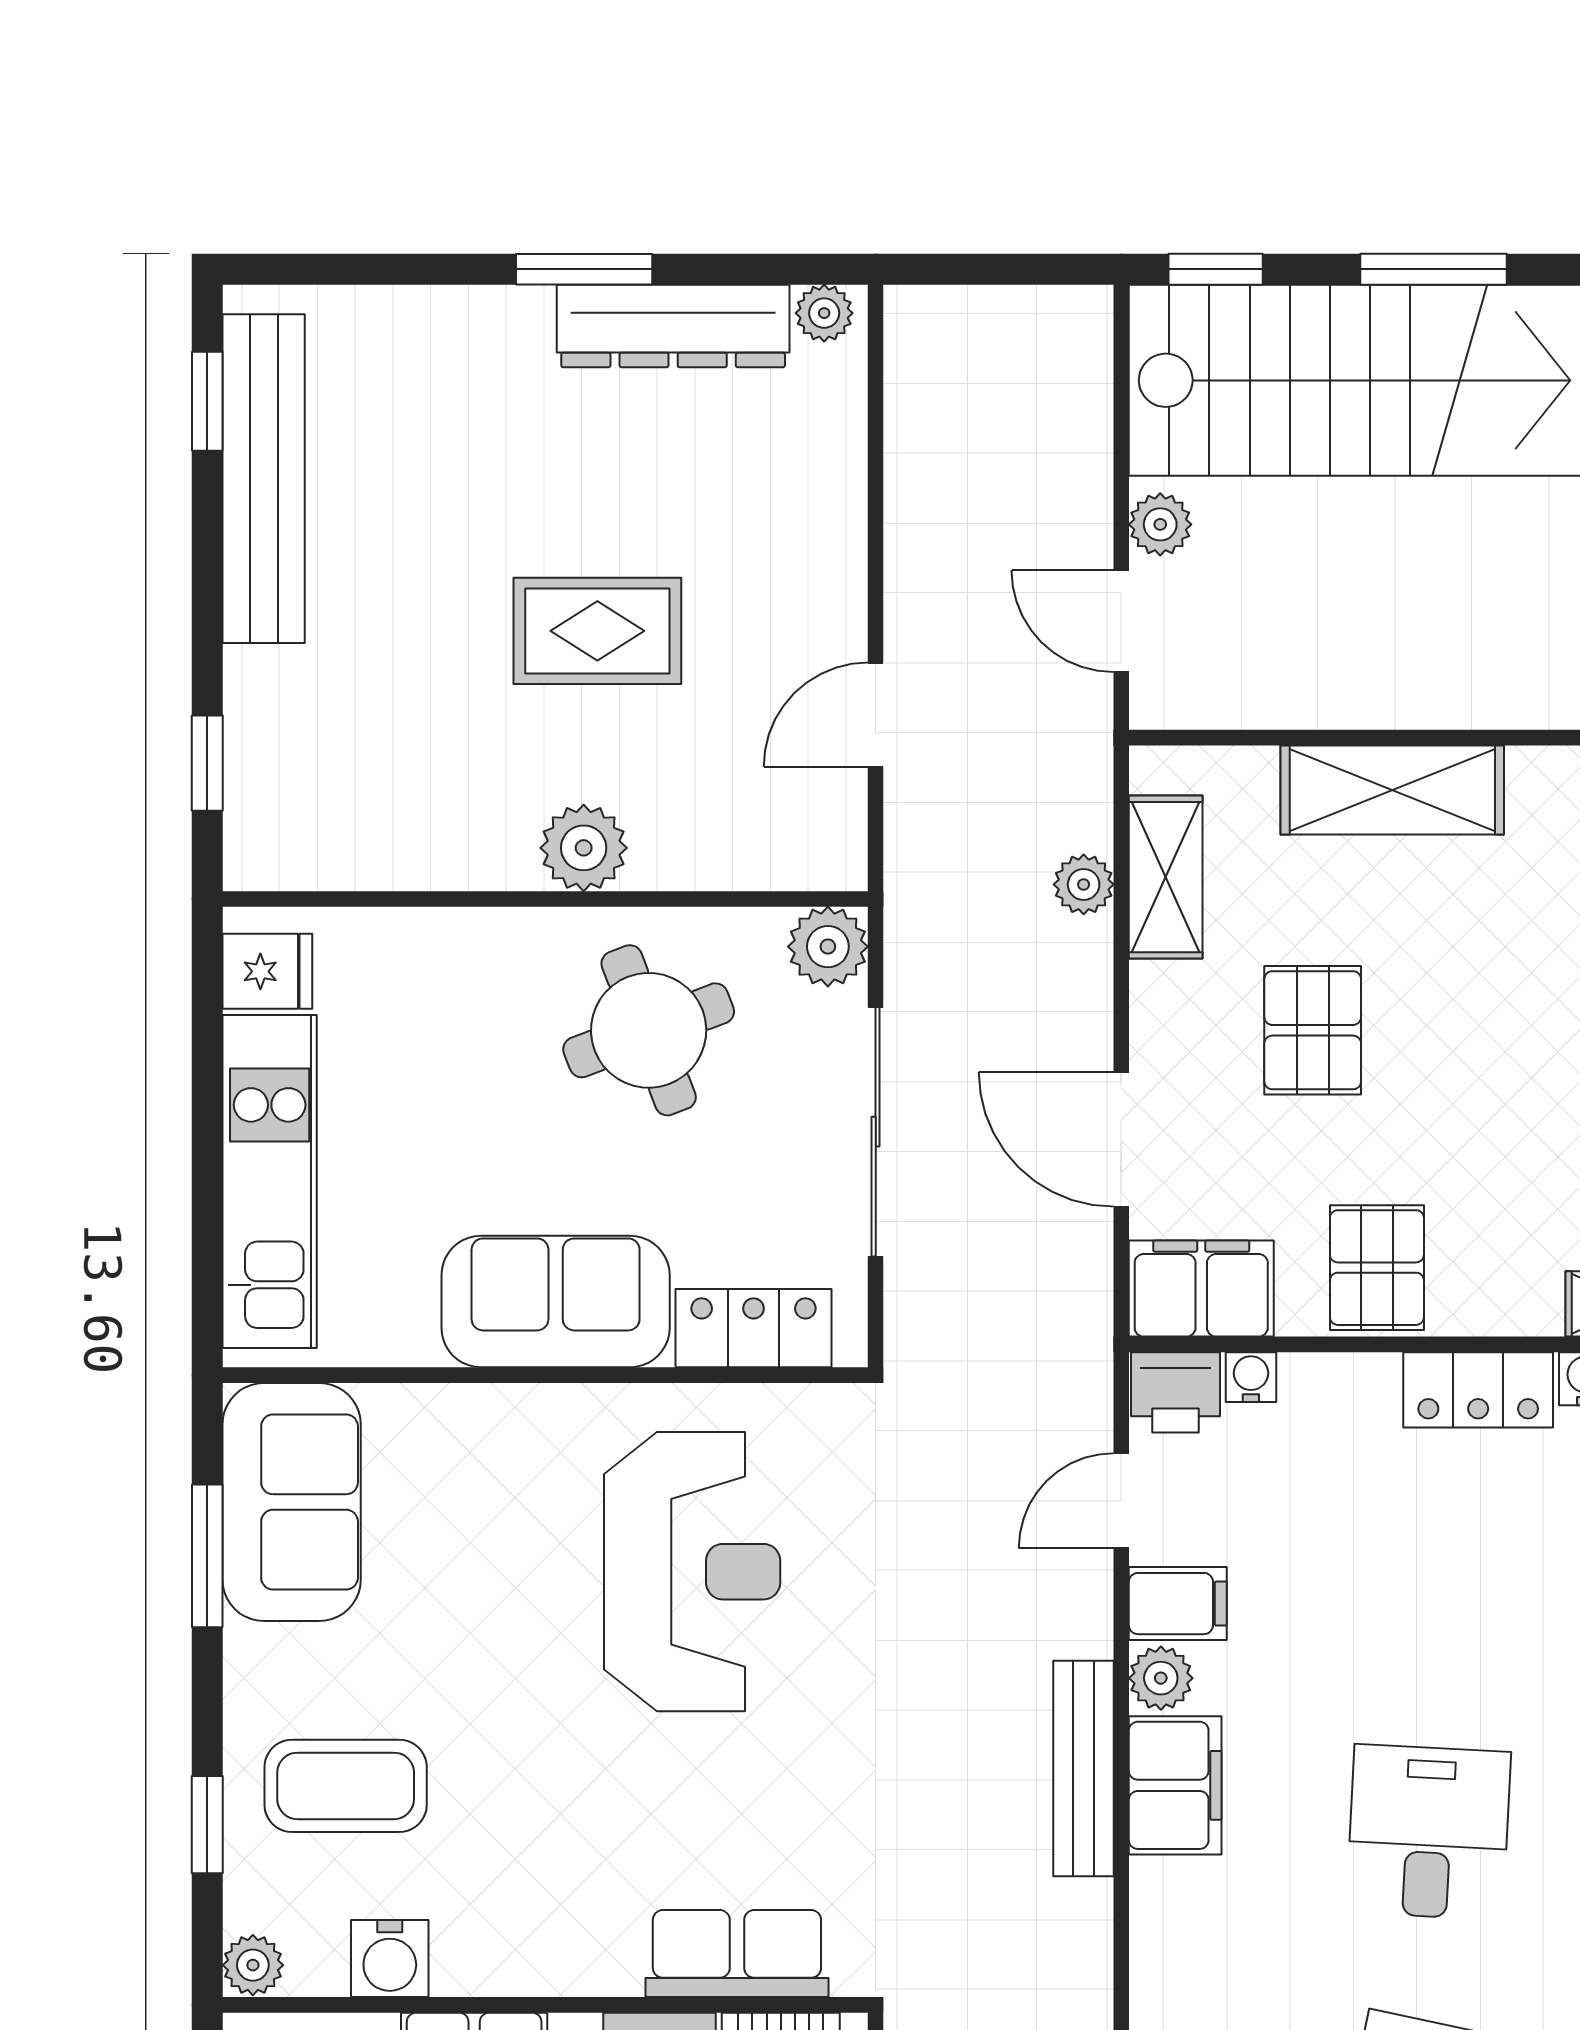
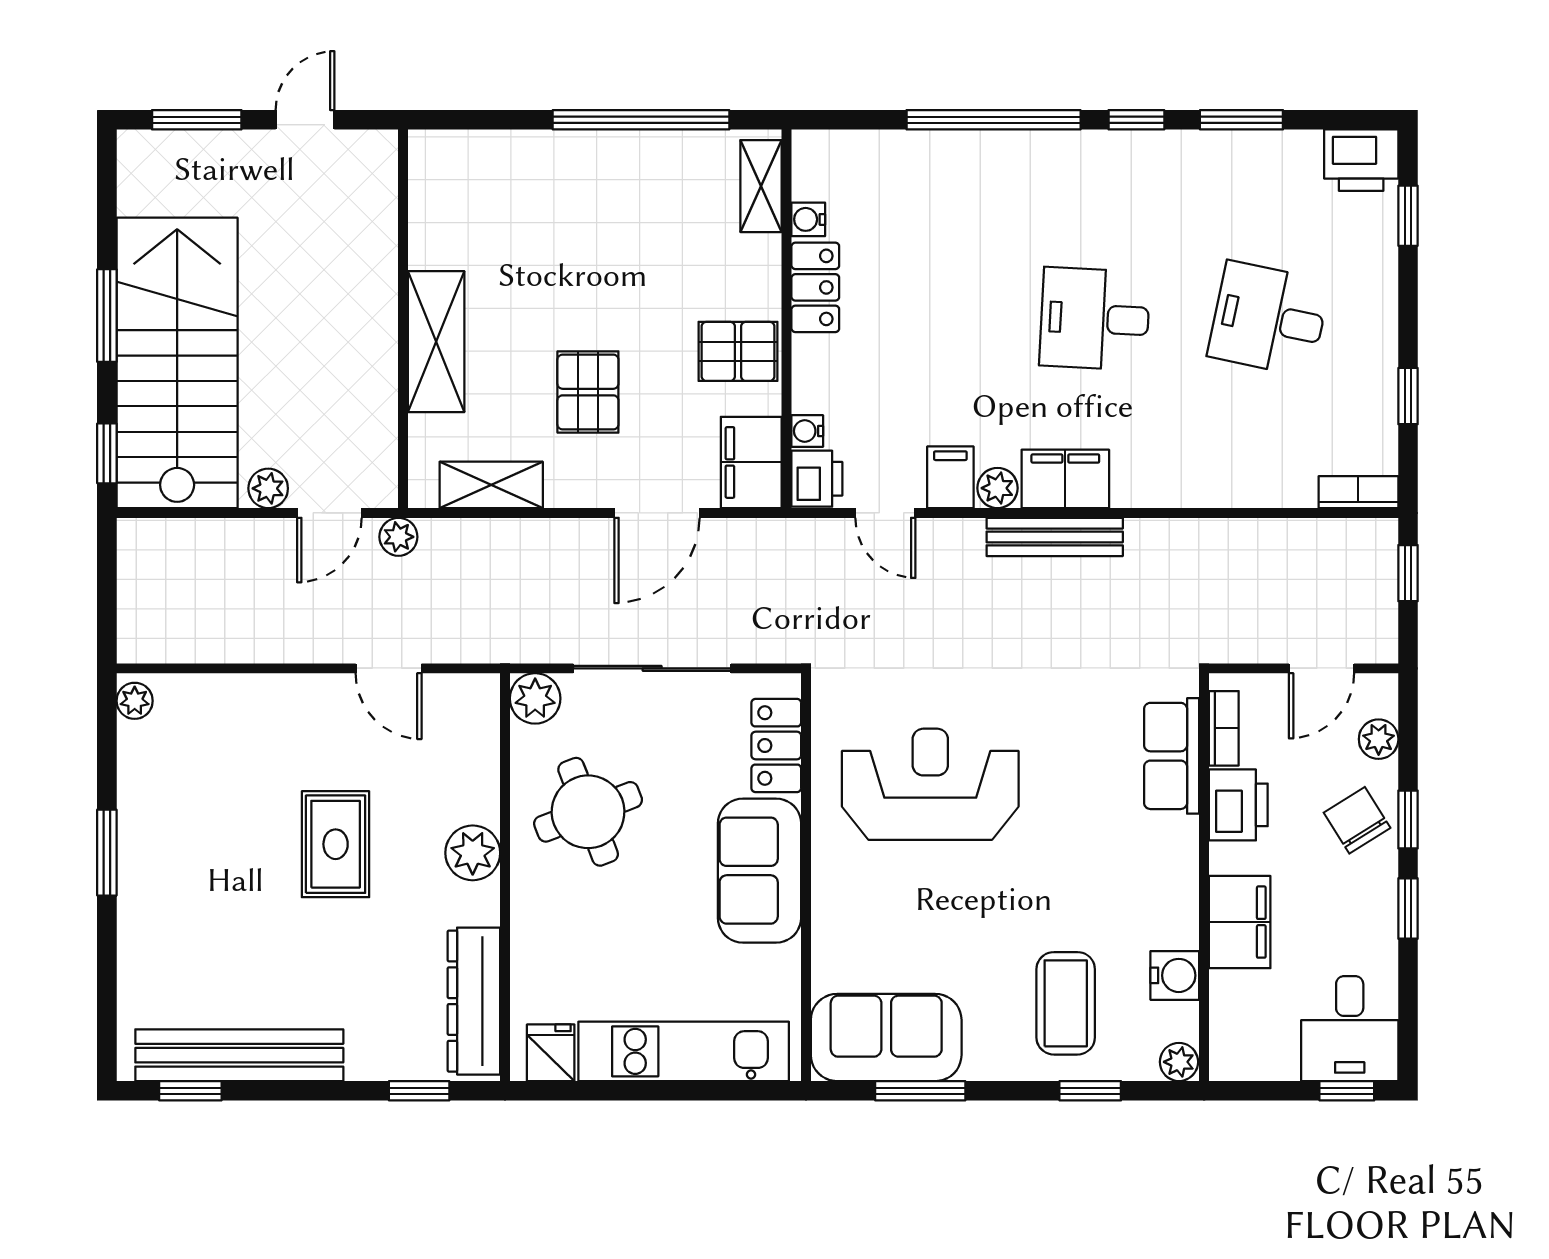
dresser: (673, 326) -> (474, 1001), moved, turned 180
plant: (1084, 884) -> (398, 537), moved
pallet: (1313, 1030) -> (588, 392), turned 90

